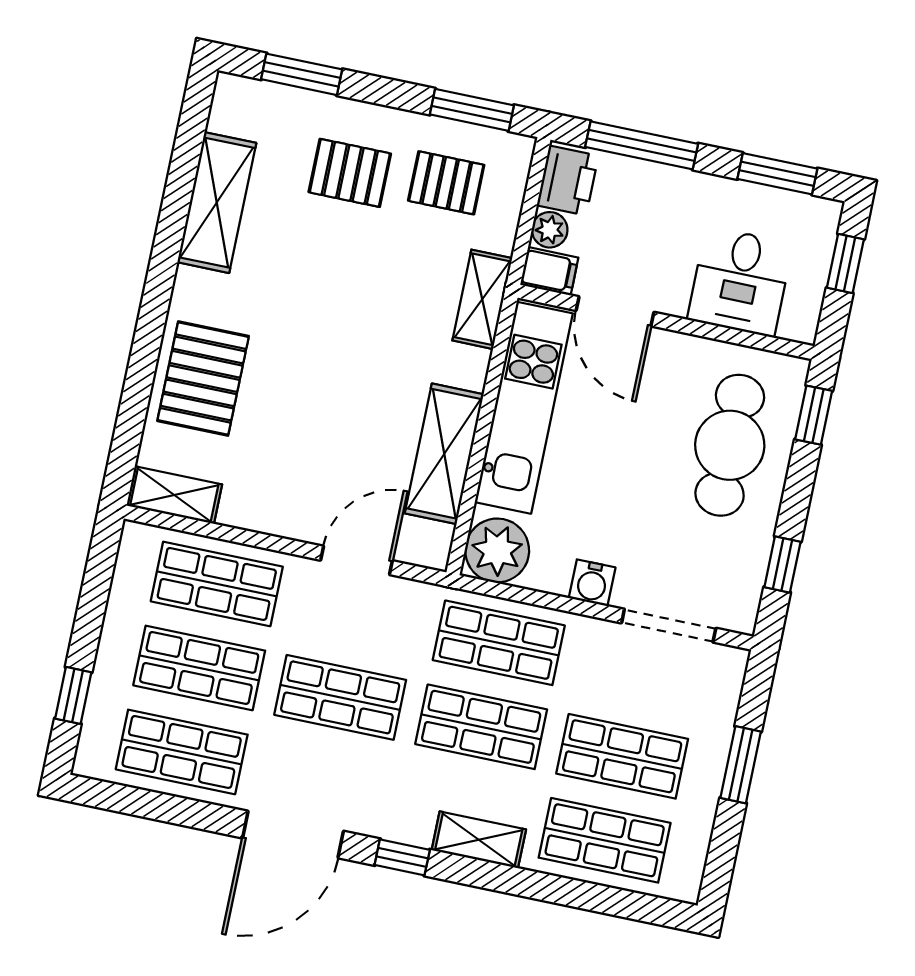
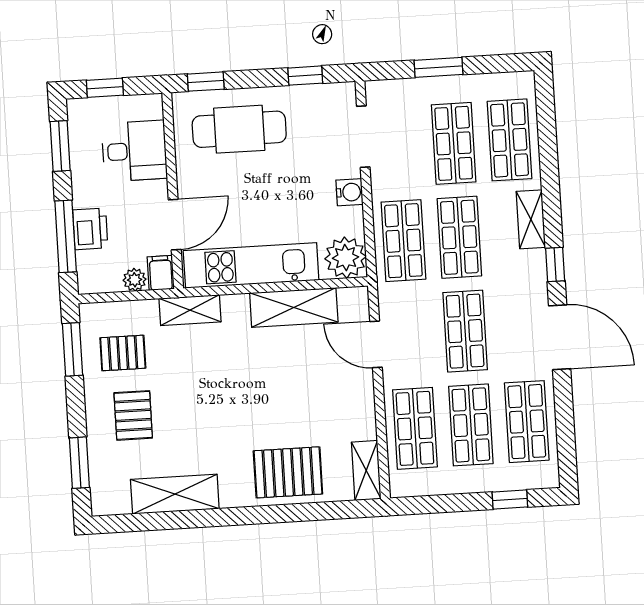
printer: (568, 181) -> (90, 229), moved, turned 90
pallet: (446, 183) -> (123, 353), turned 90

